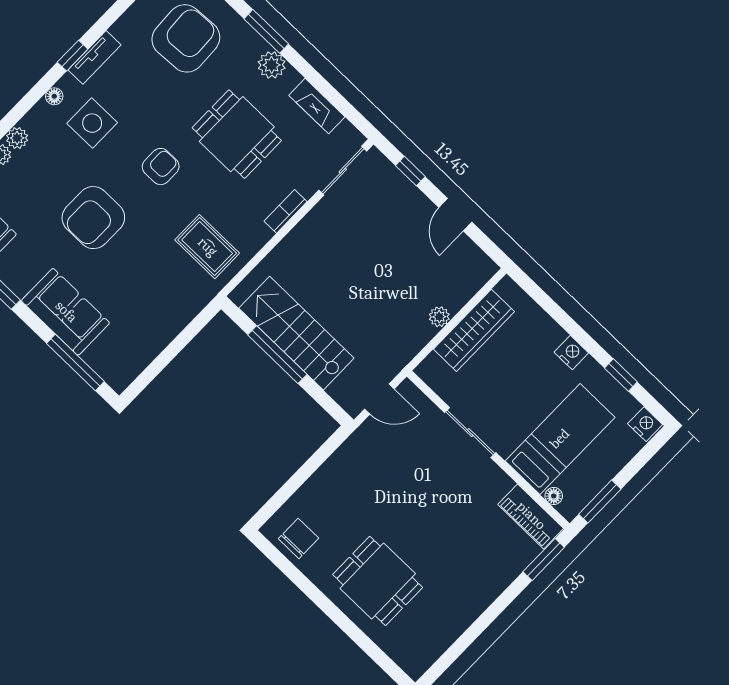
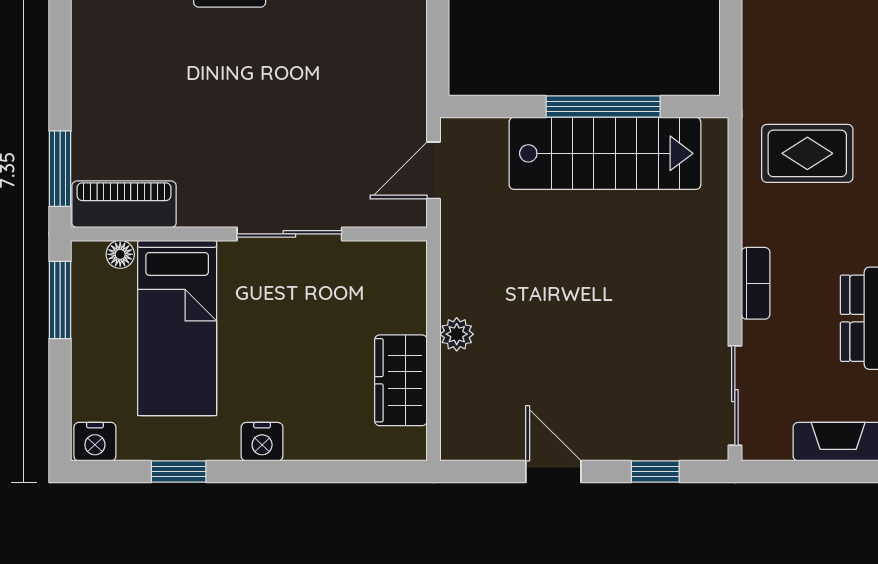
wardrobe: (474, 330) -> (401, 380), width x0.67

